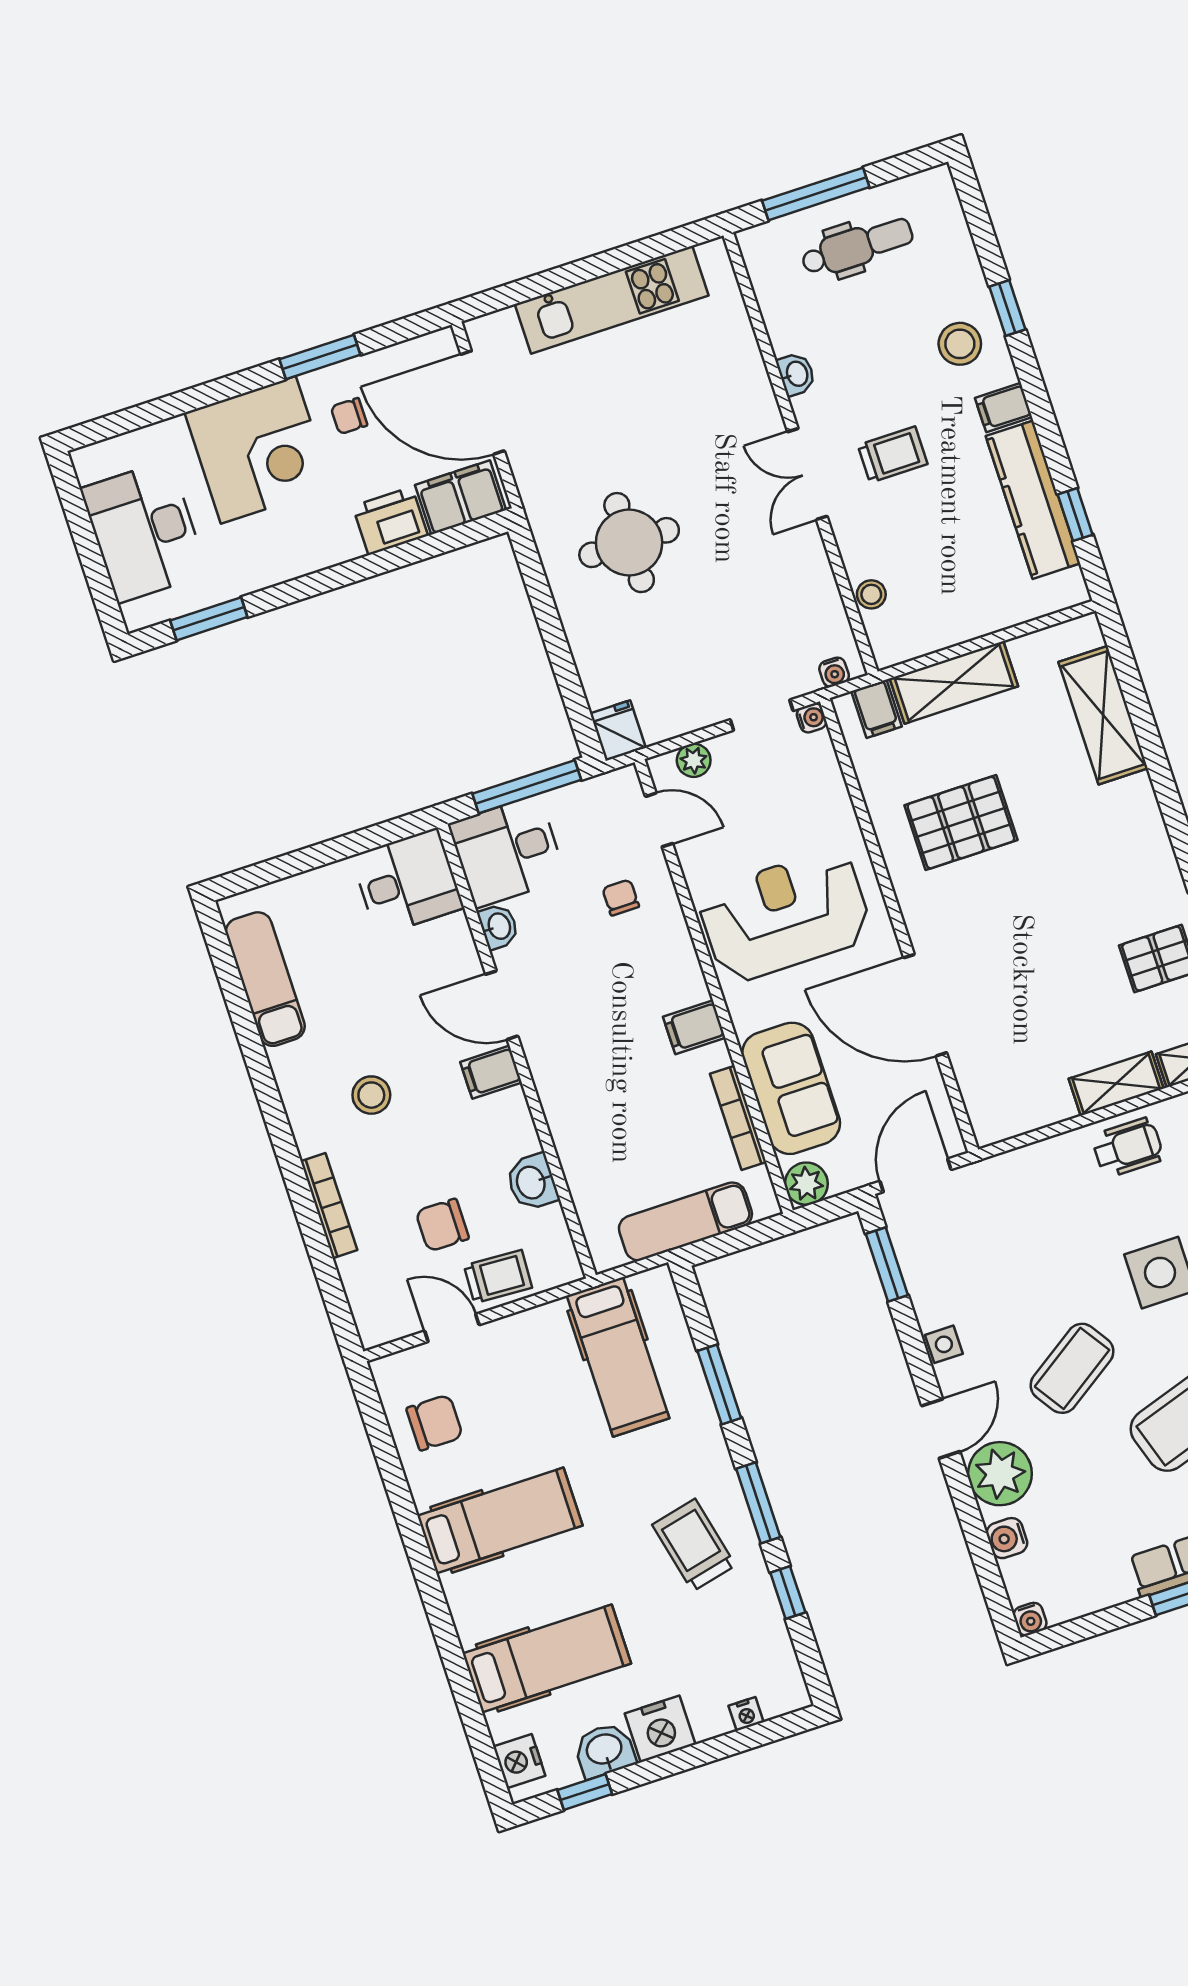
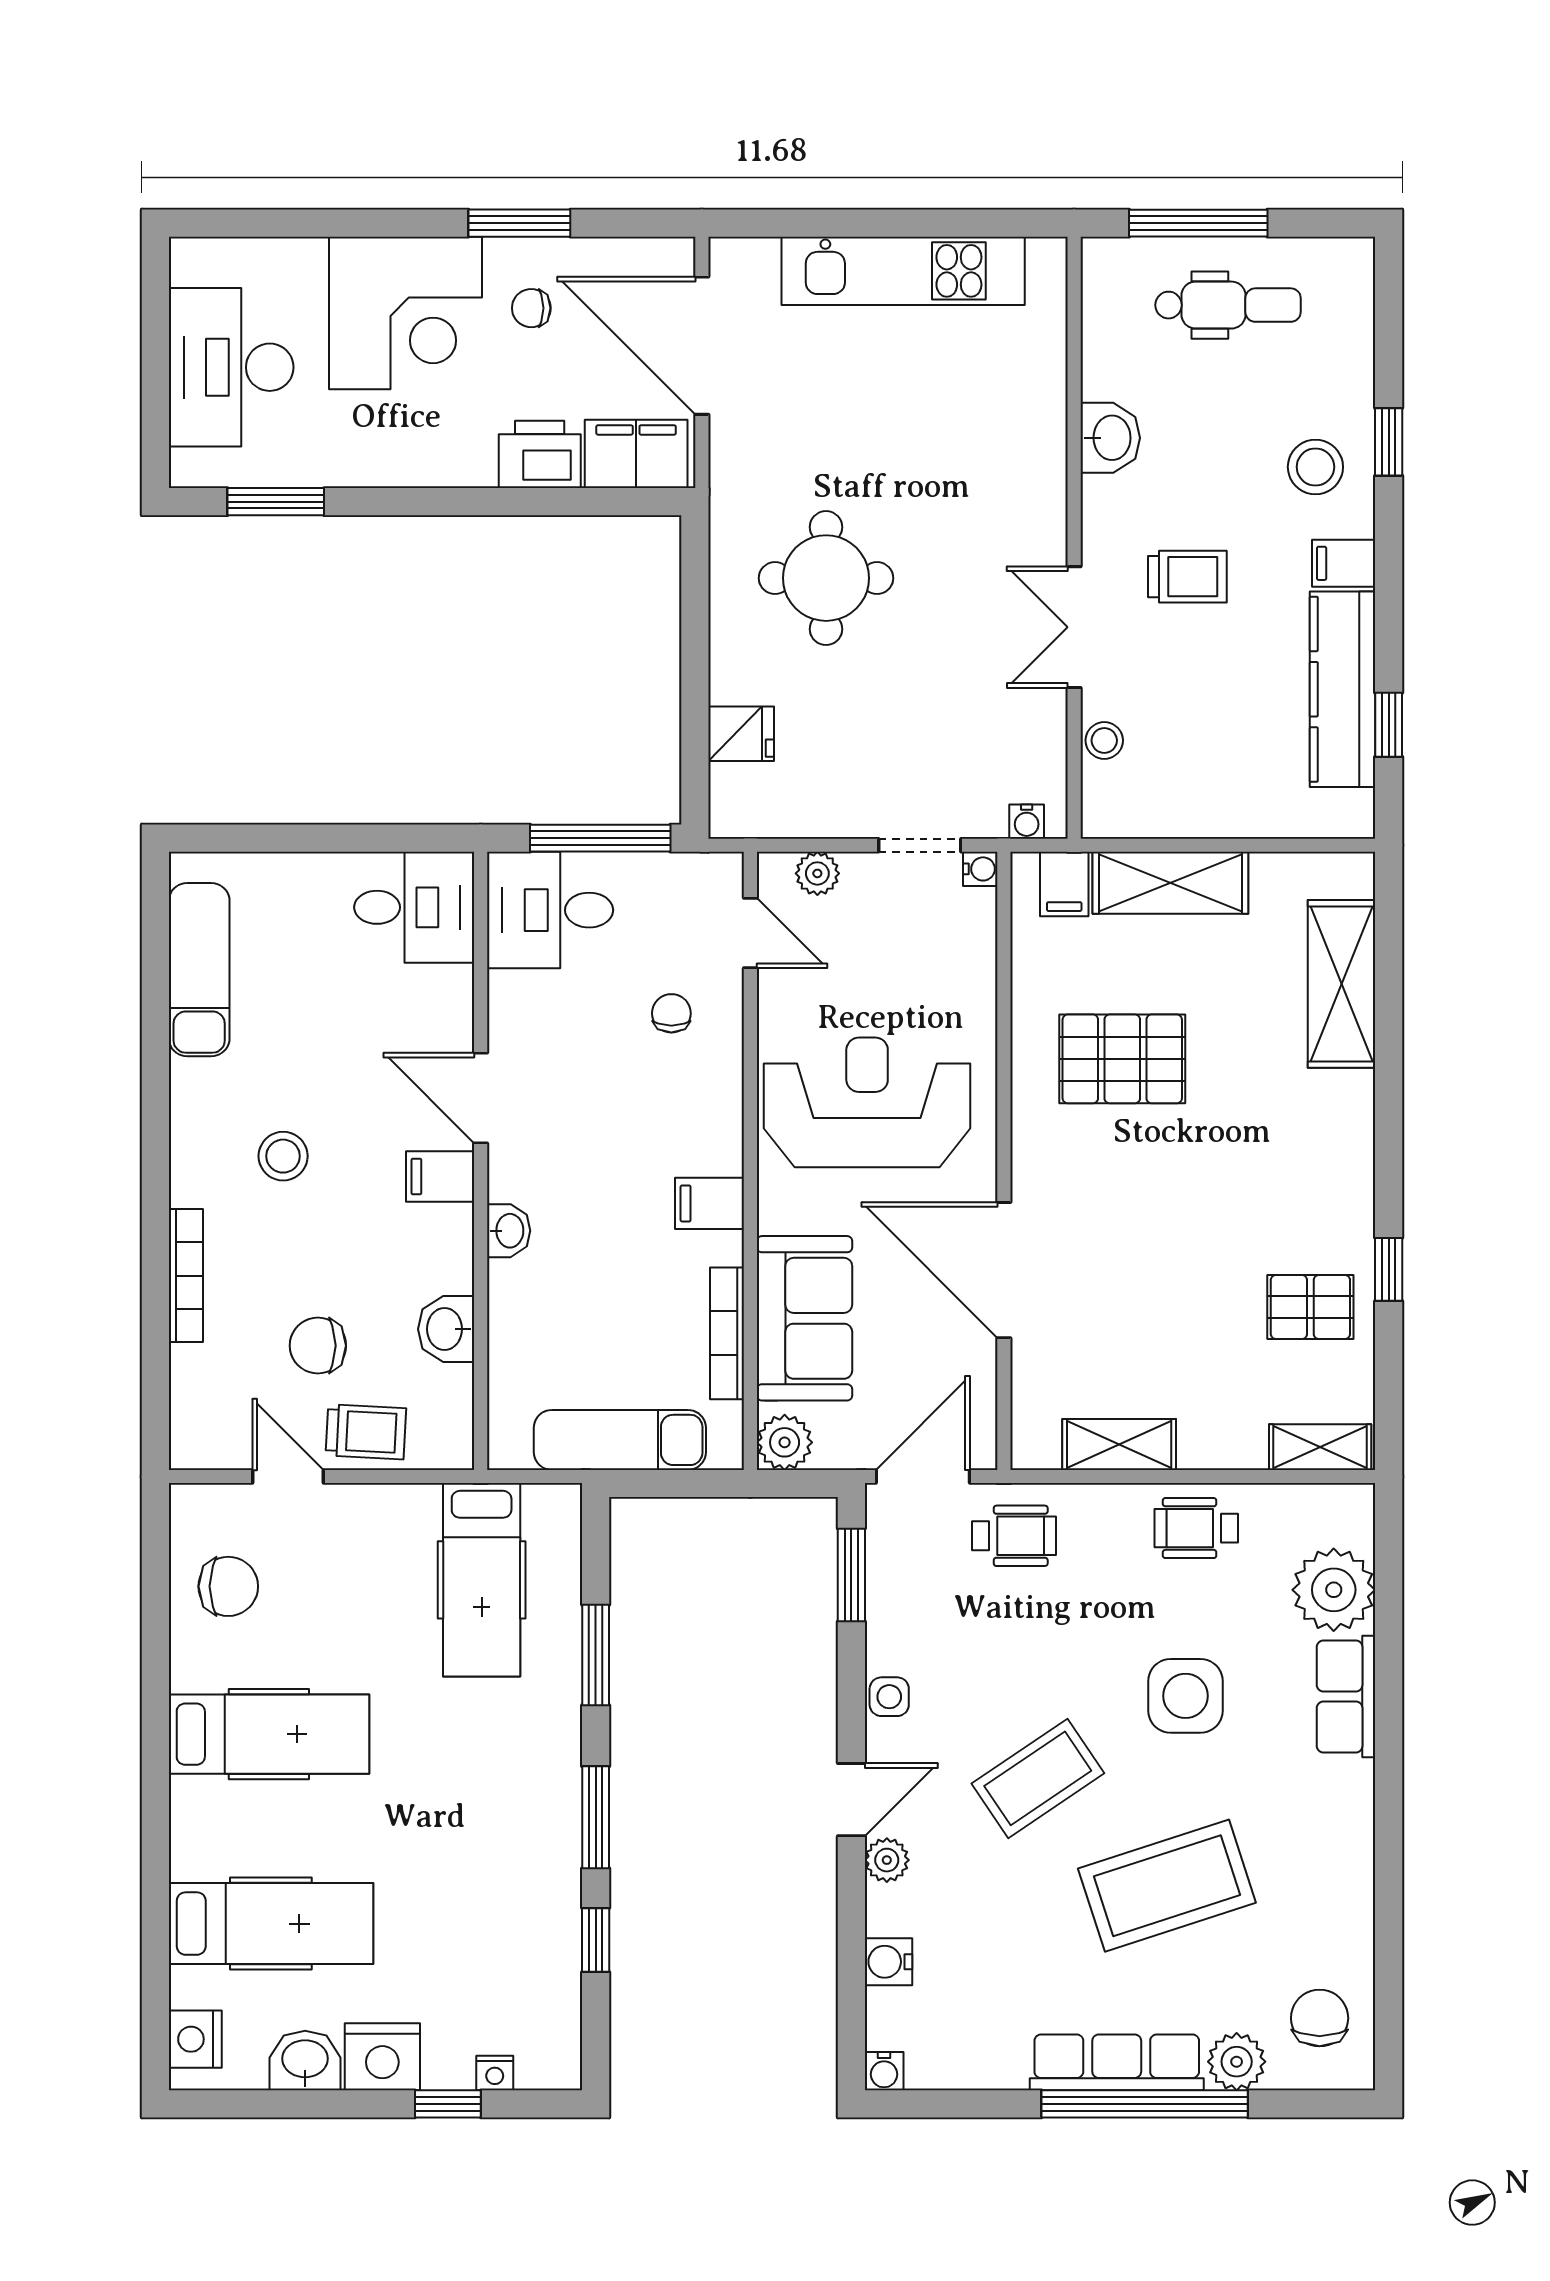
washbasin: (796, 374) -> (1110, 438), width x1.38, depth x1.45
double door: (807, 474) -> (1074, 627), moved
fridge: (618, 731) -> (741, 734), moved, turned 90
washbasin: (498, 926) -> (509, 1231), moved
shelving: (1116, 1084) -> (1119, 1444), moved
wheelchair: (1128, 1147) -> (1196, 1528), turned 180
wheelchair: (996, 1197) -> (1014, 1536), added
plant: (1000, 1474) -> (887, 1860), width x0.53, depth x0.53
trolley: (694, 1545) -> (499, 1843), removed
window: (585, 1792) -> (448, 2104), moved

